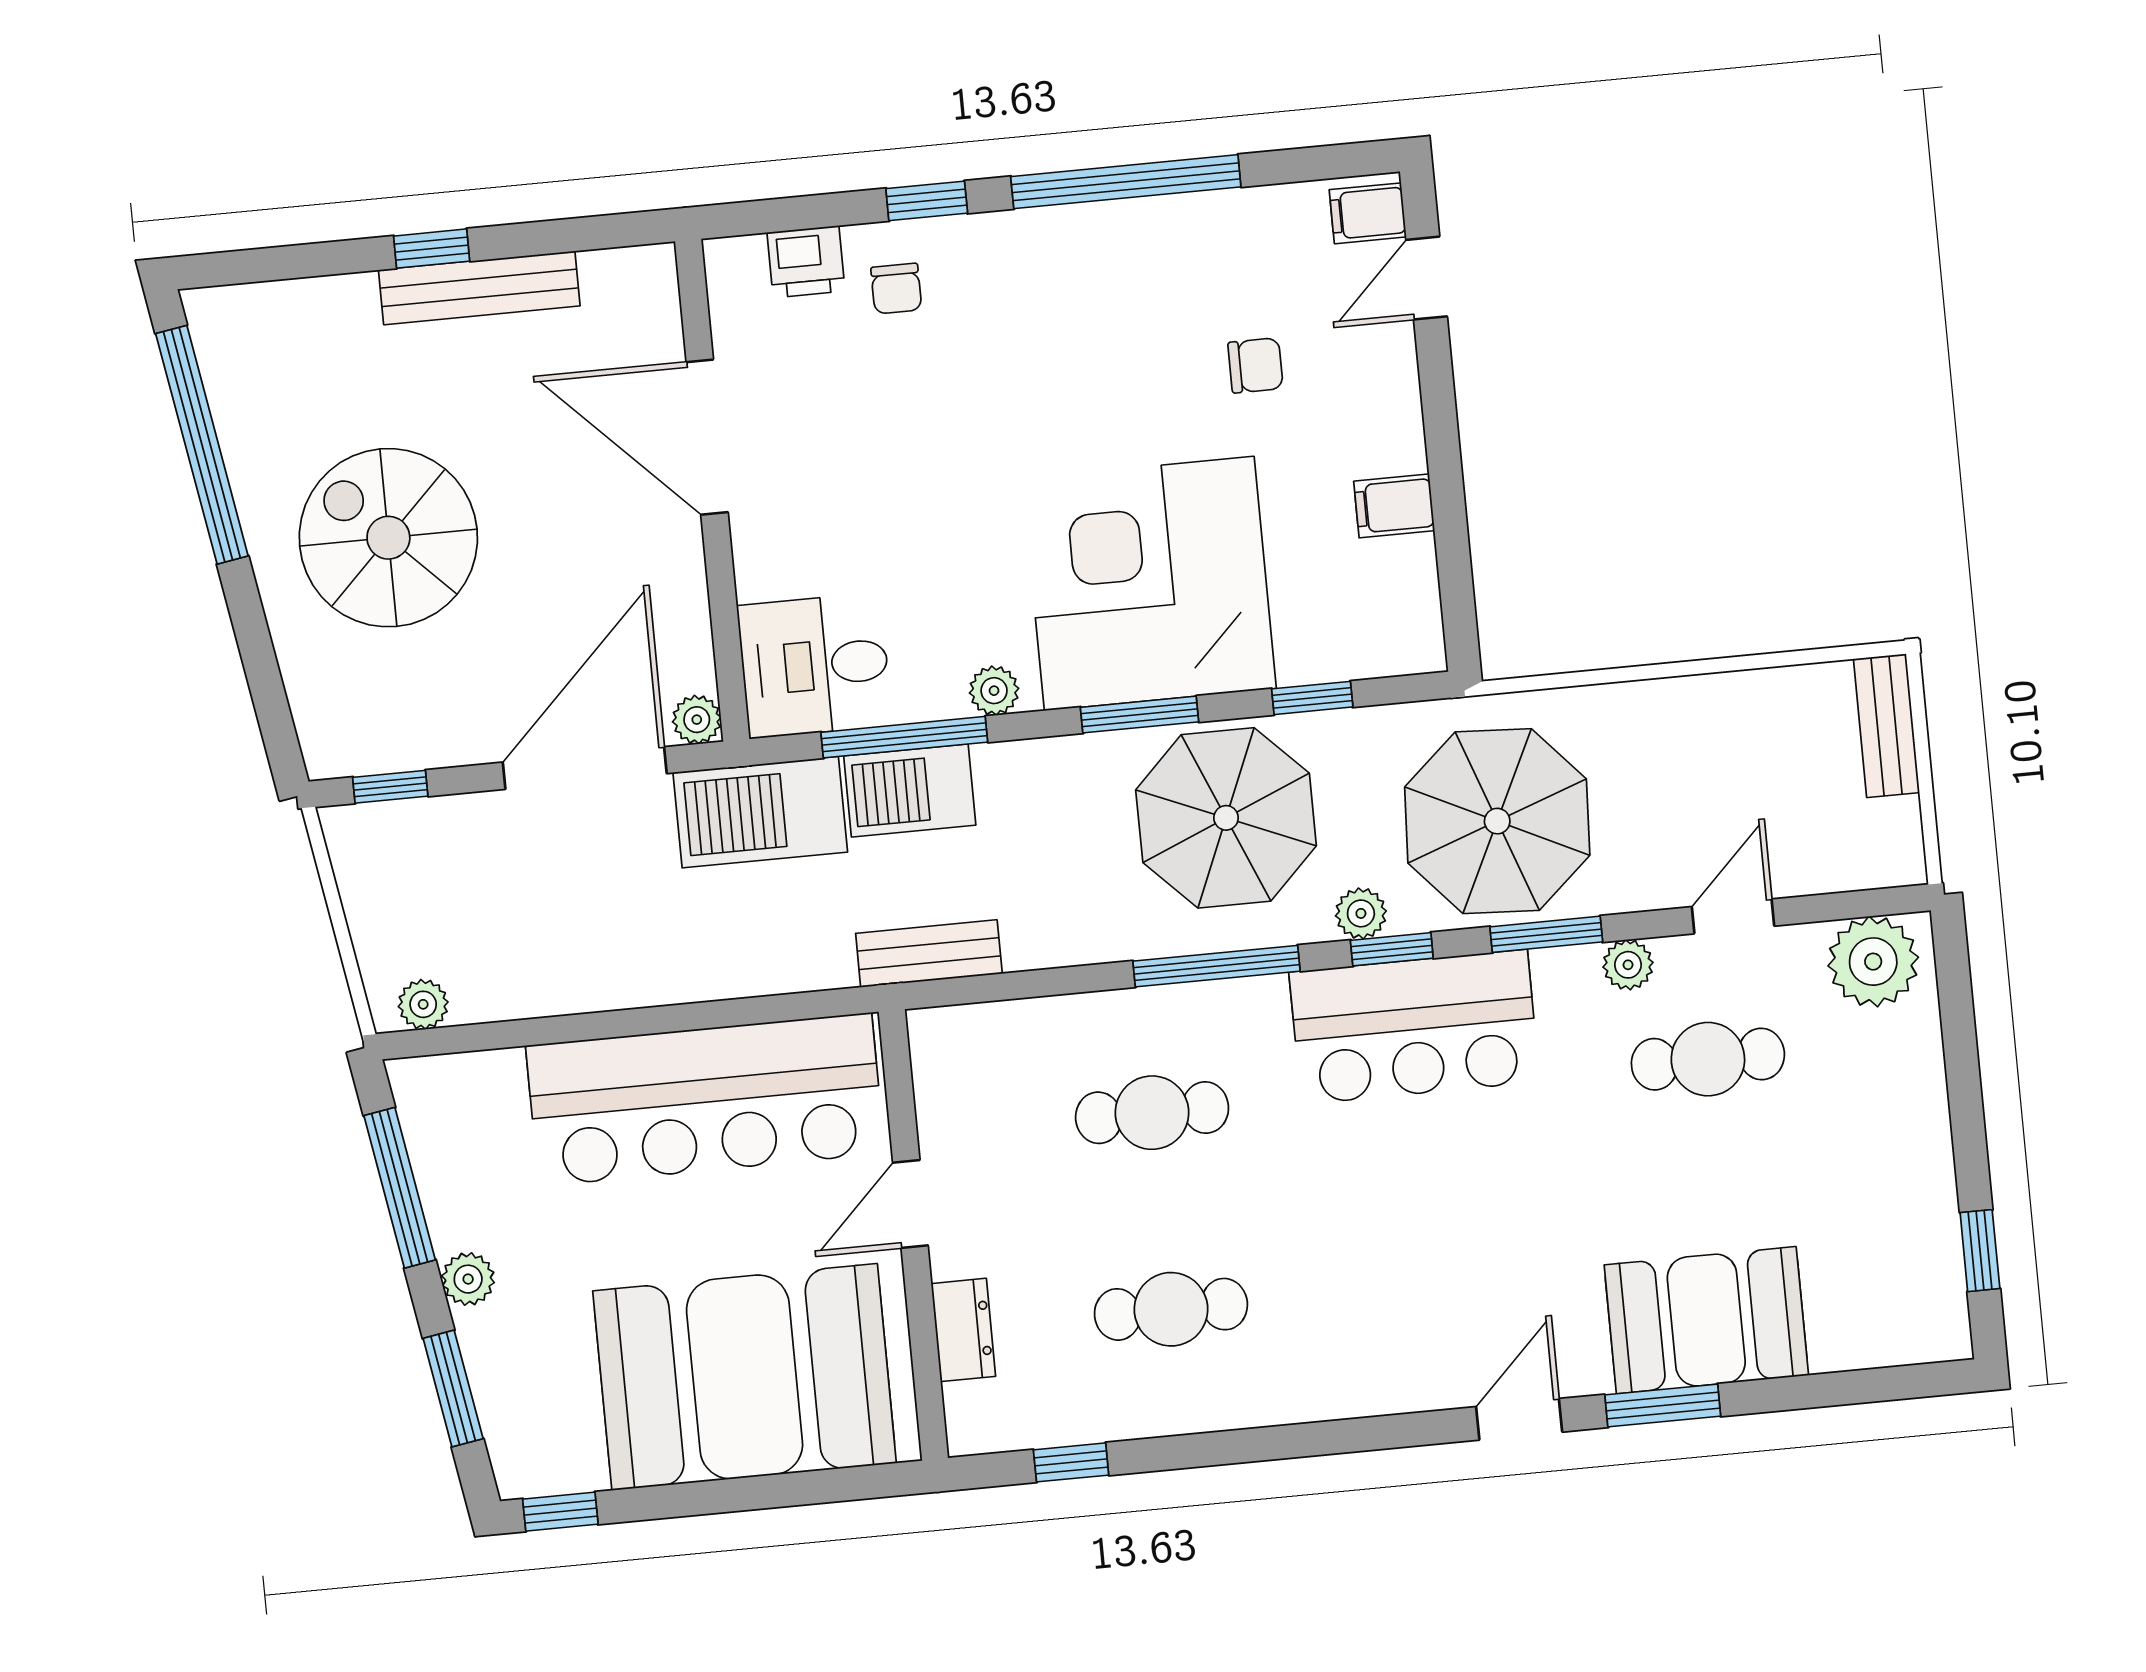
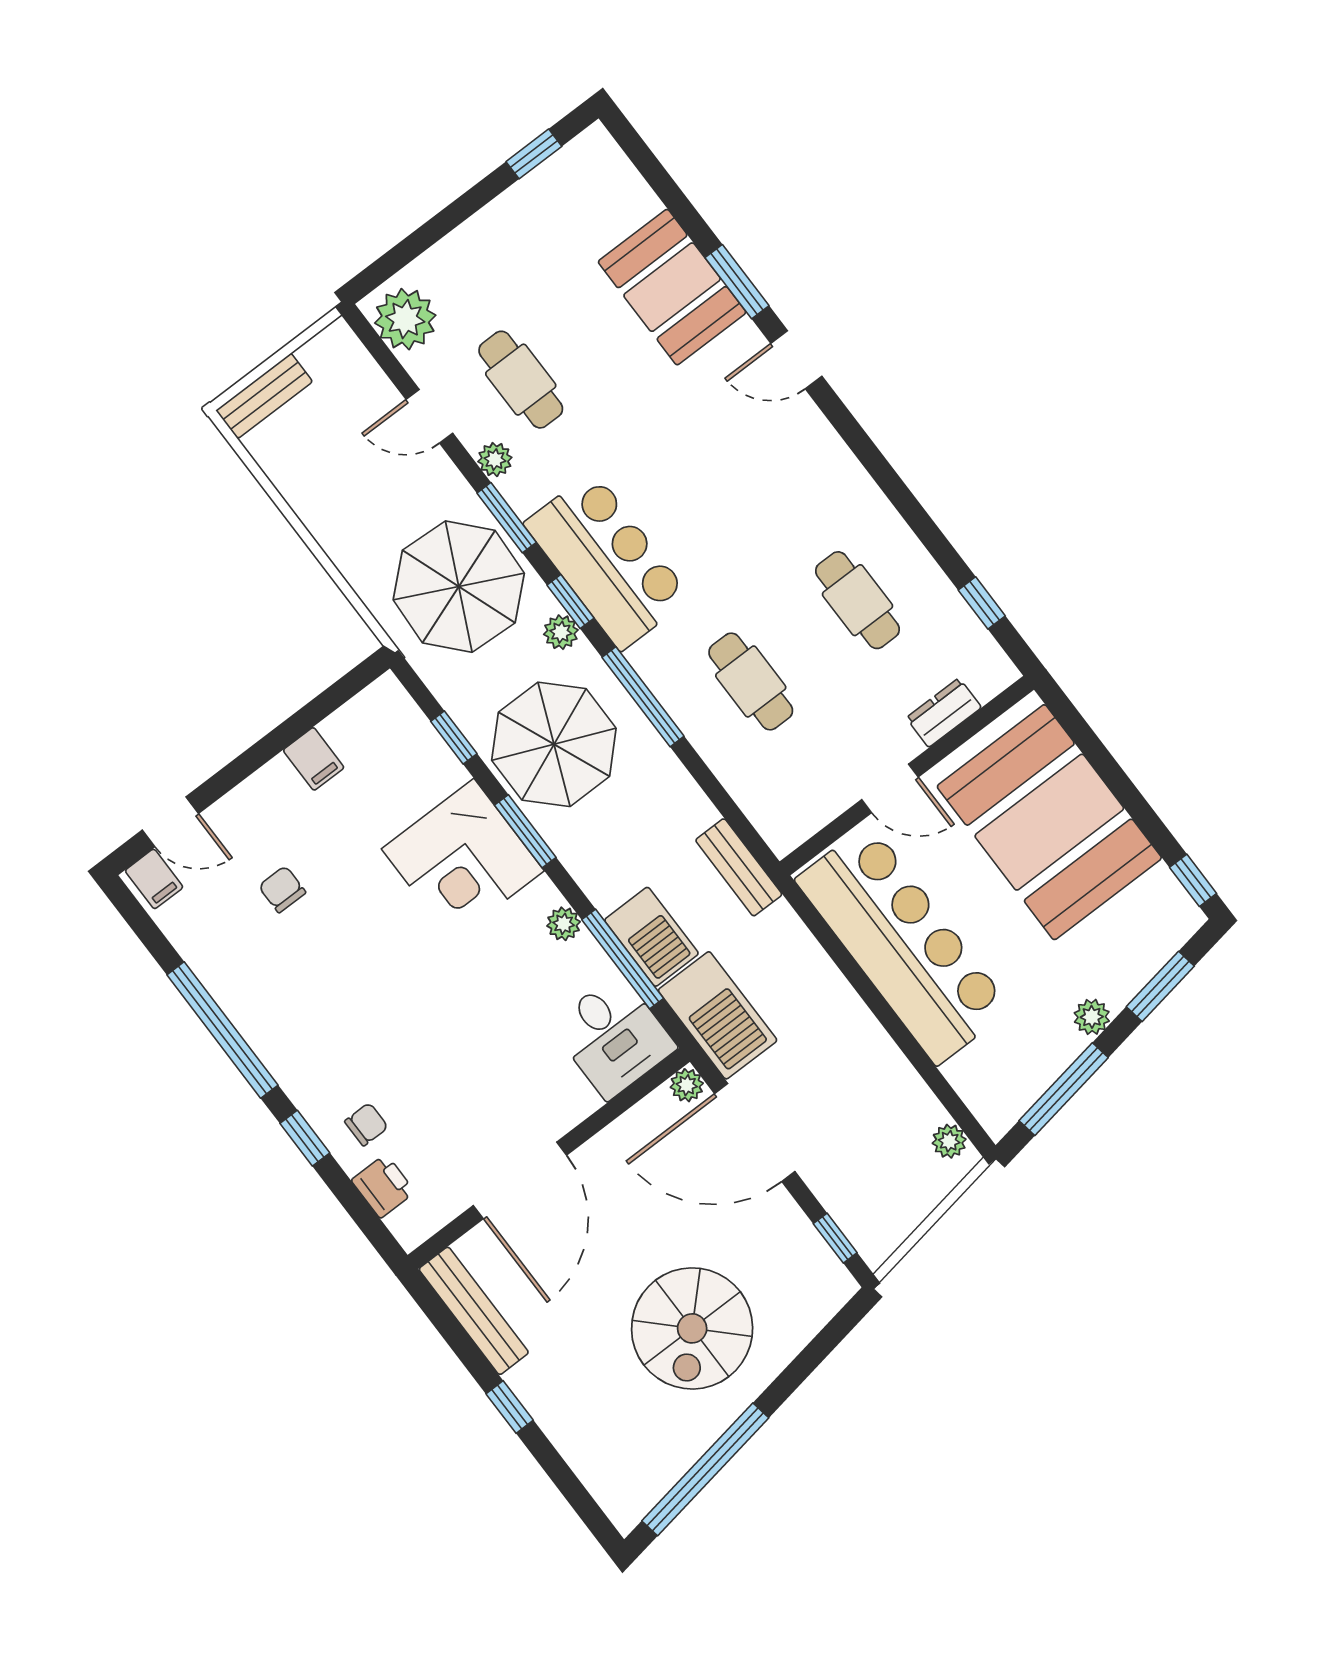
bench: (479, 288) -> (474, 1311), moved
corner desk: (1149, 583) -> (463, 860), width x0.74, depth x0.74

